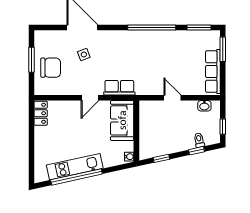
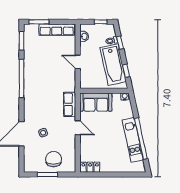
door: (173, 98) -> (78, 62), hinge flipped
bathtub: (169, 142) -> (113, 65), added

